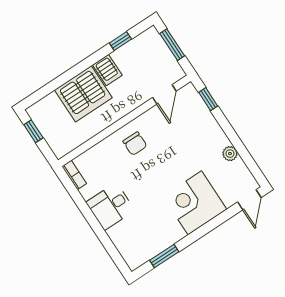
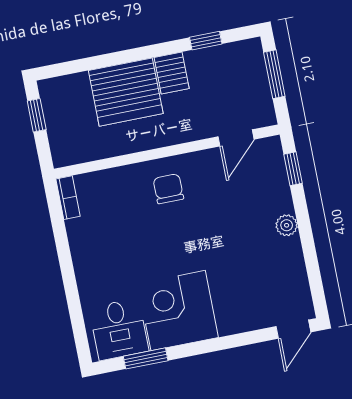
chair: (135, 144) -> (168, 189), turned 180
plant: (230, 154) -> (287, 225), moved
corner desk: (195, 203) -> (178, 311), moved
desk: (110, 206) -> (119, 329), moved, turned -90

